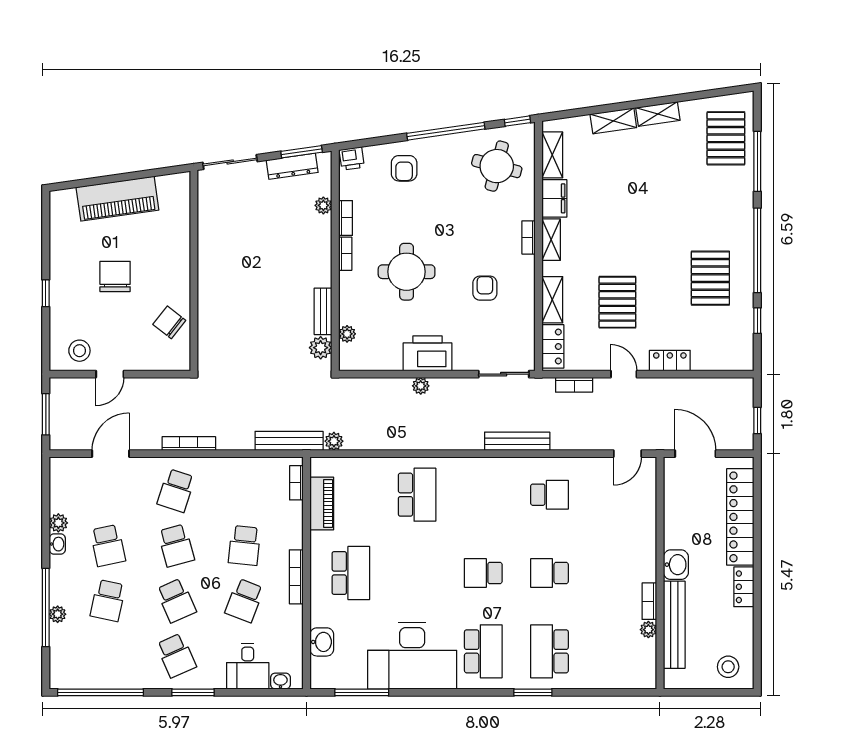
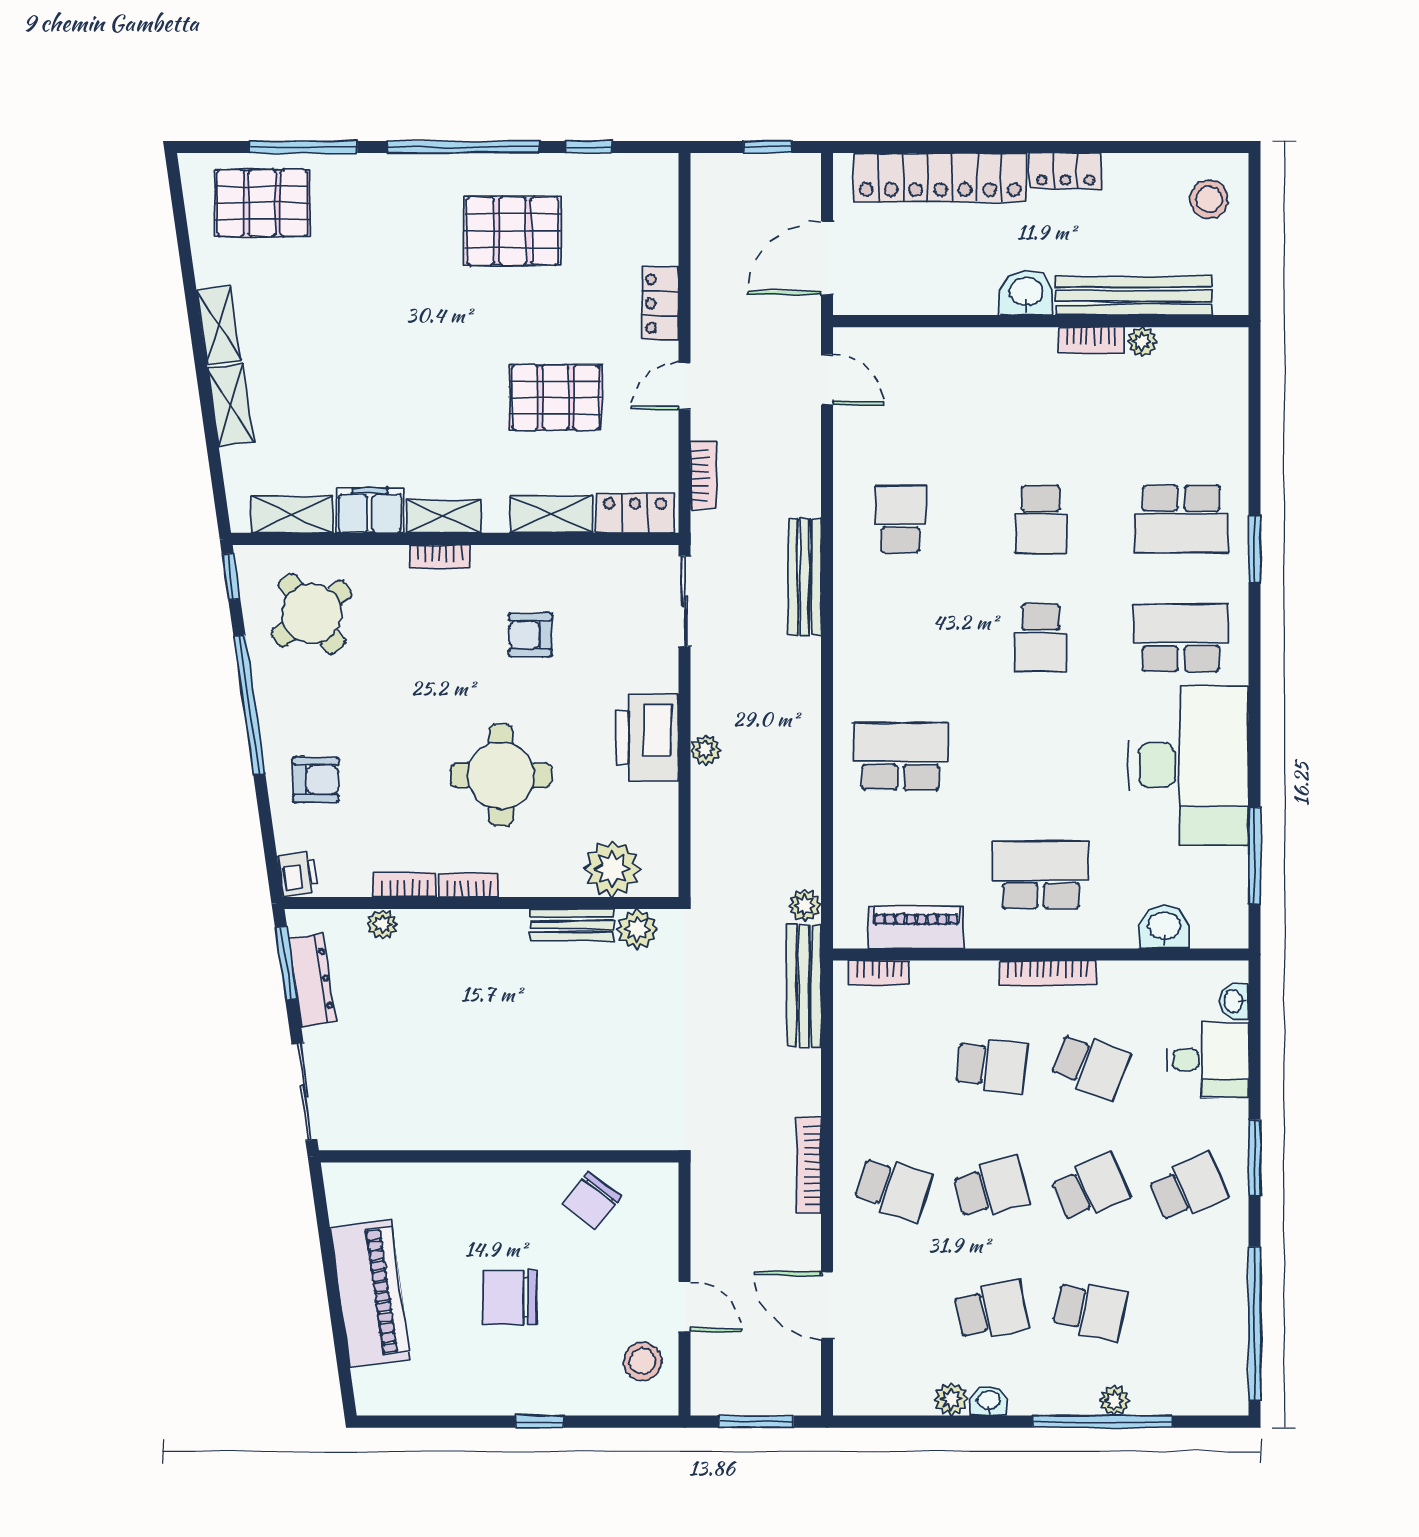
round table: (497, 166) -> (312, 614), turned 38
plant: (347, 334) -> (612, 869), width x1.87, depth x1.87

